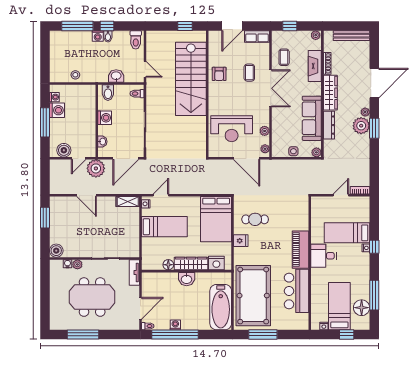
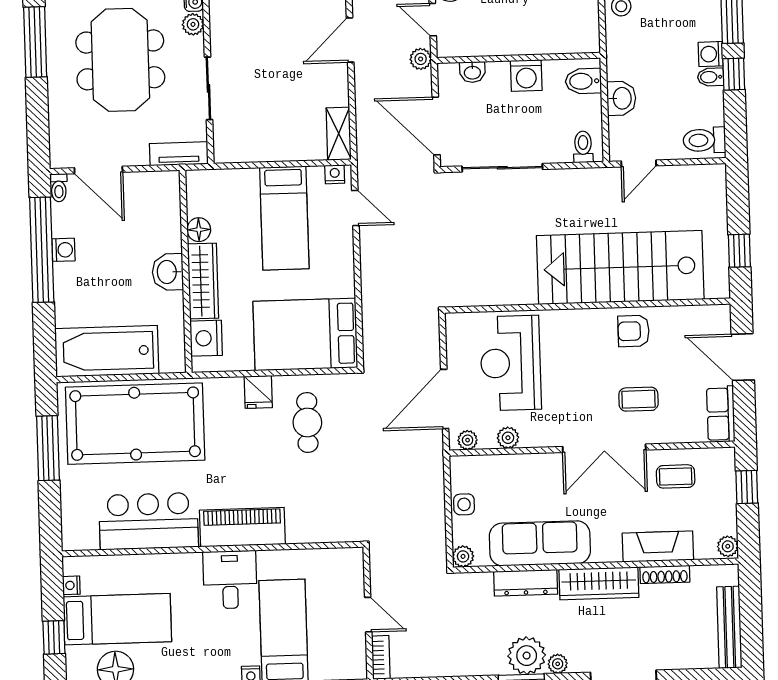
plant: (96, 168) -> (421, 59), width x0.53, depth x0.53

